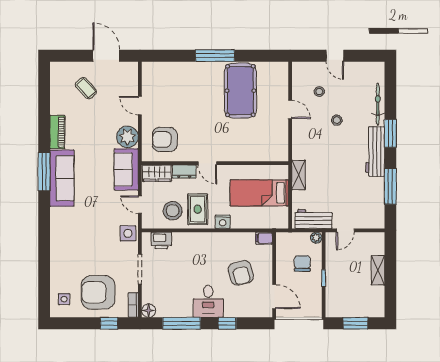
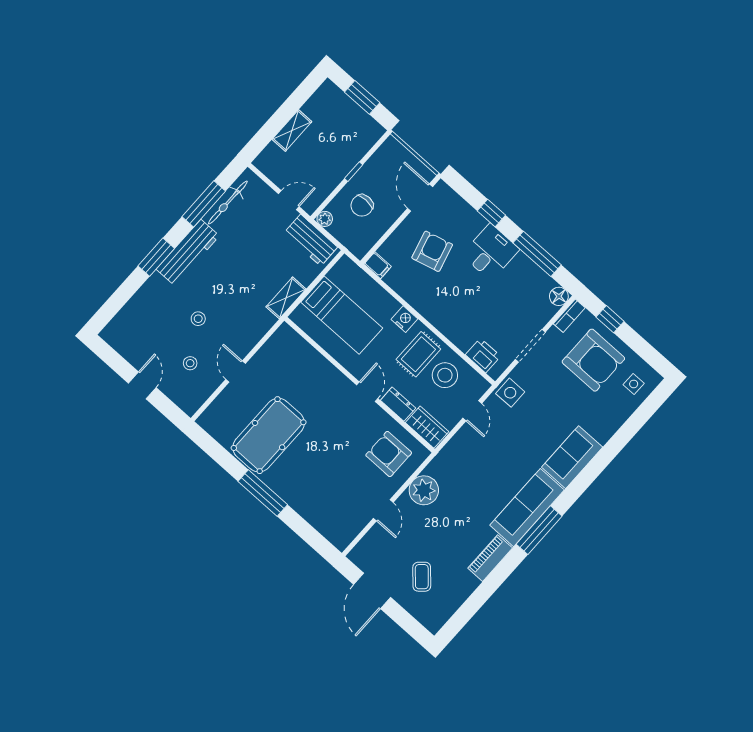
bicycle: (378, 104) -> (228, 203), moved
armchair: (165, 139) -> (389, 454), turned 180
sofa: (126, 169) -> (572, 457), moved, turned 180

